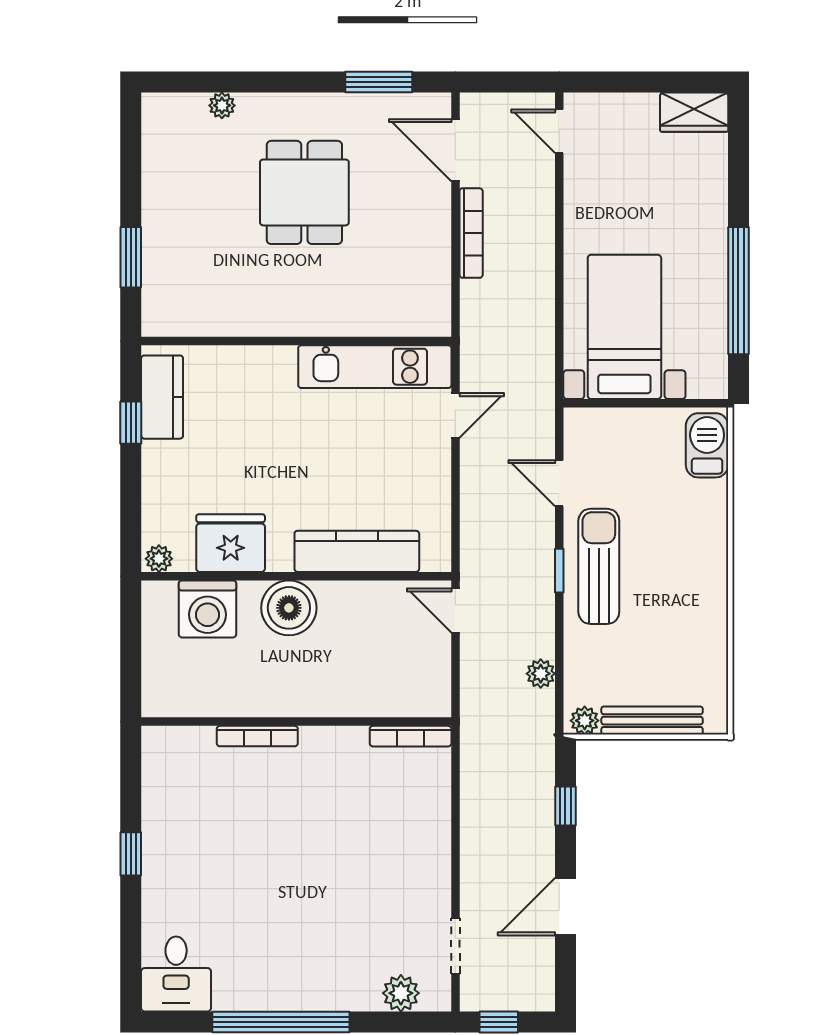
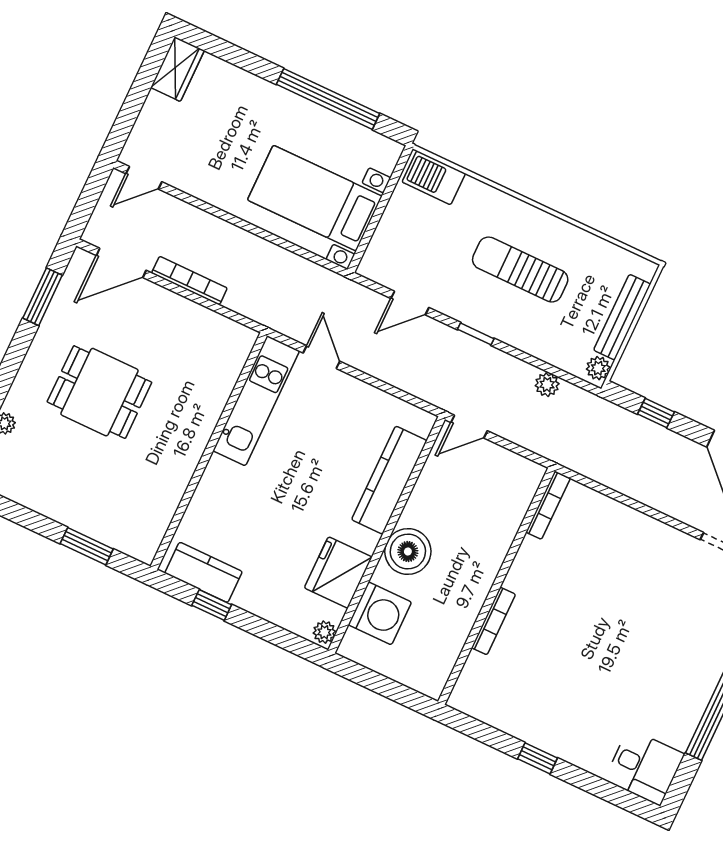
sun lounger: (599, 566) -> (520, 270), moved

